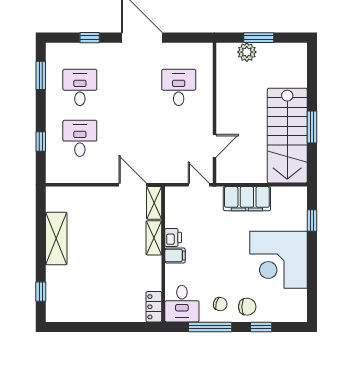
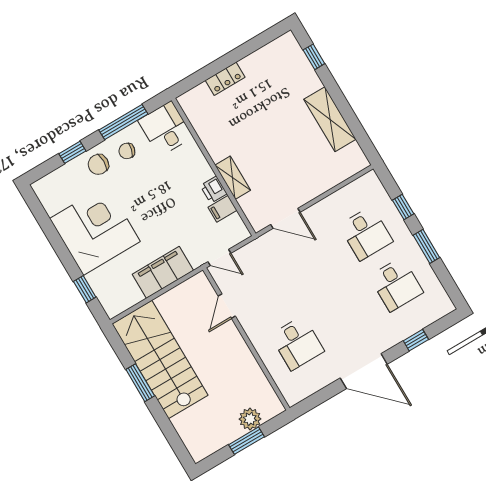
window: (41, 75) -> (426, 246), moved
shelving: (154, 203) -> (253, 213), removed
filing cabinet: (175, 255) -> (222, 209), moved
locker: (154, 307) -> (225, 79), moved, turned 90

